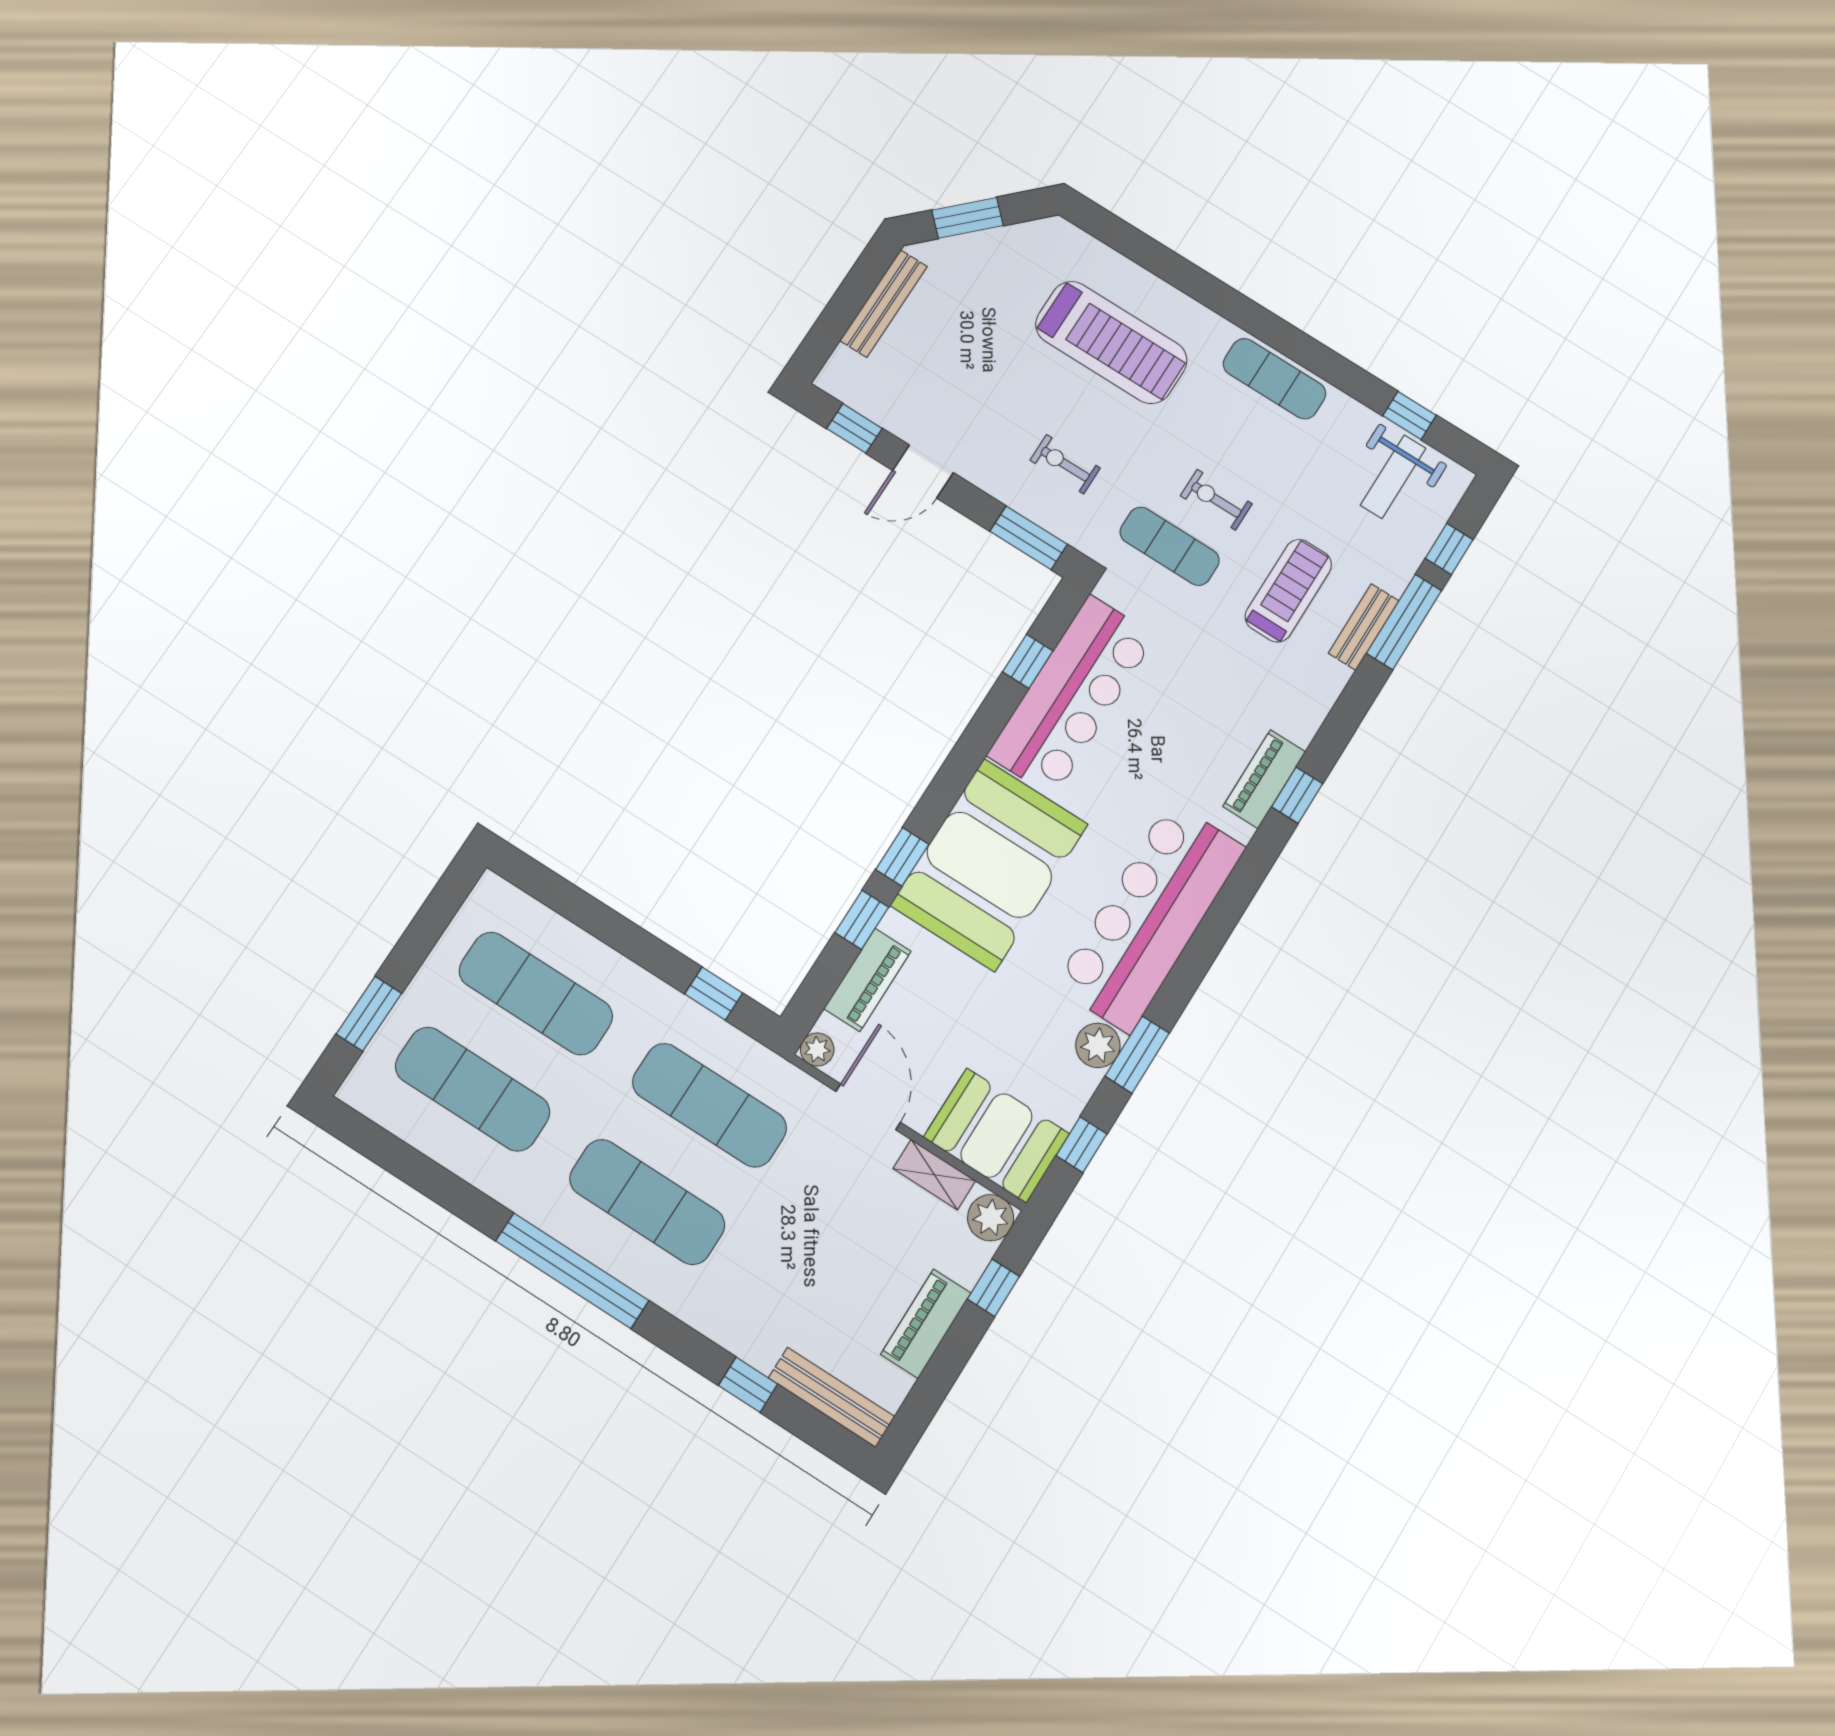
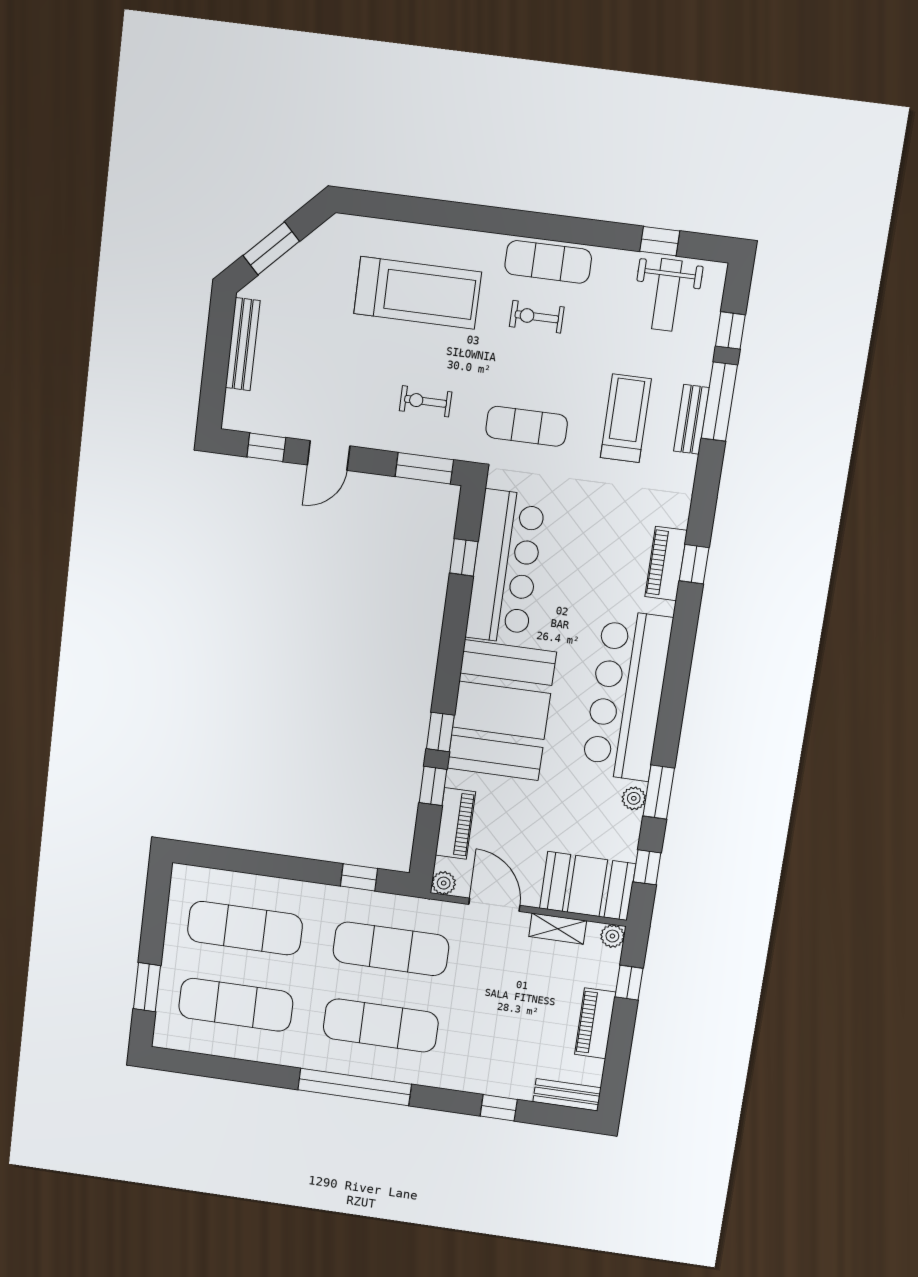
exercise bike: (1216, 500) -> (537, 317), moved
plant: (1098, 1045) -> (634, 798), width x0.73, depth x0.73
plant: (991, 1218) -> (612, 936), width x0.73, depth x0.73
bench: (832, 1397) -> (567, 1095), width x0.73

